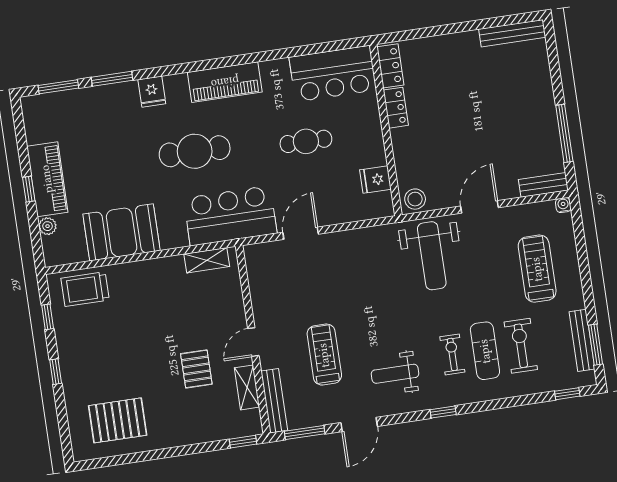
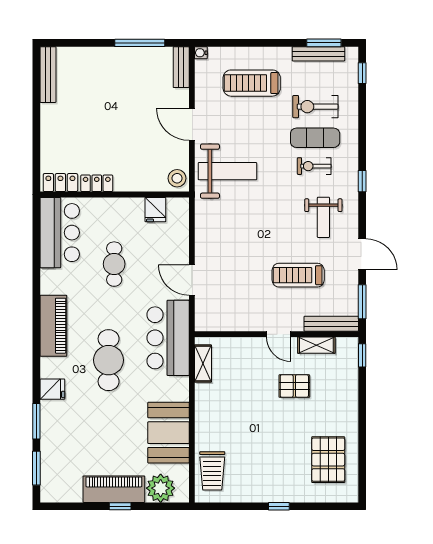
plant: (48, 226) -> (161, 488), width x1.87, depth x1.87
window: (48, 317) -> (231, 506), removed

